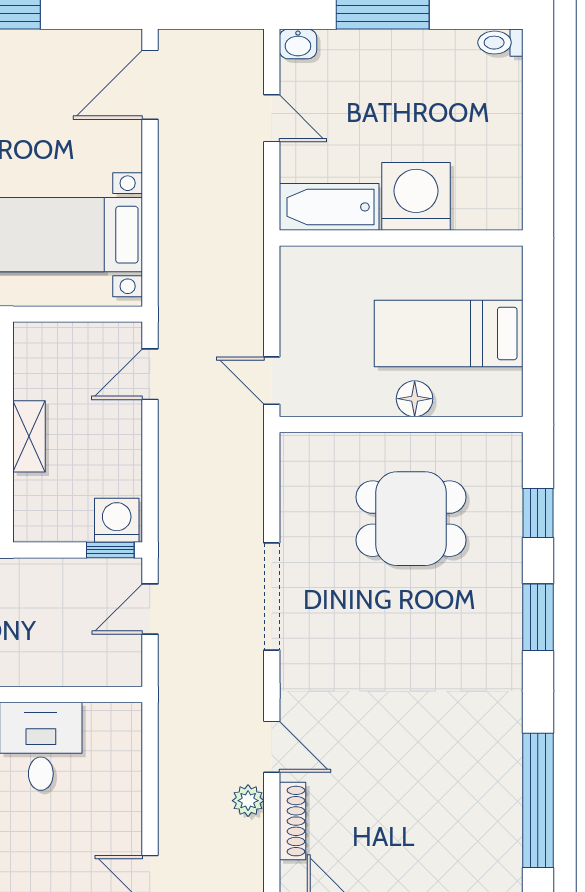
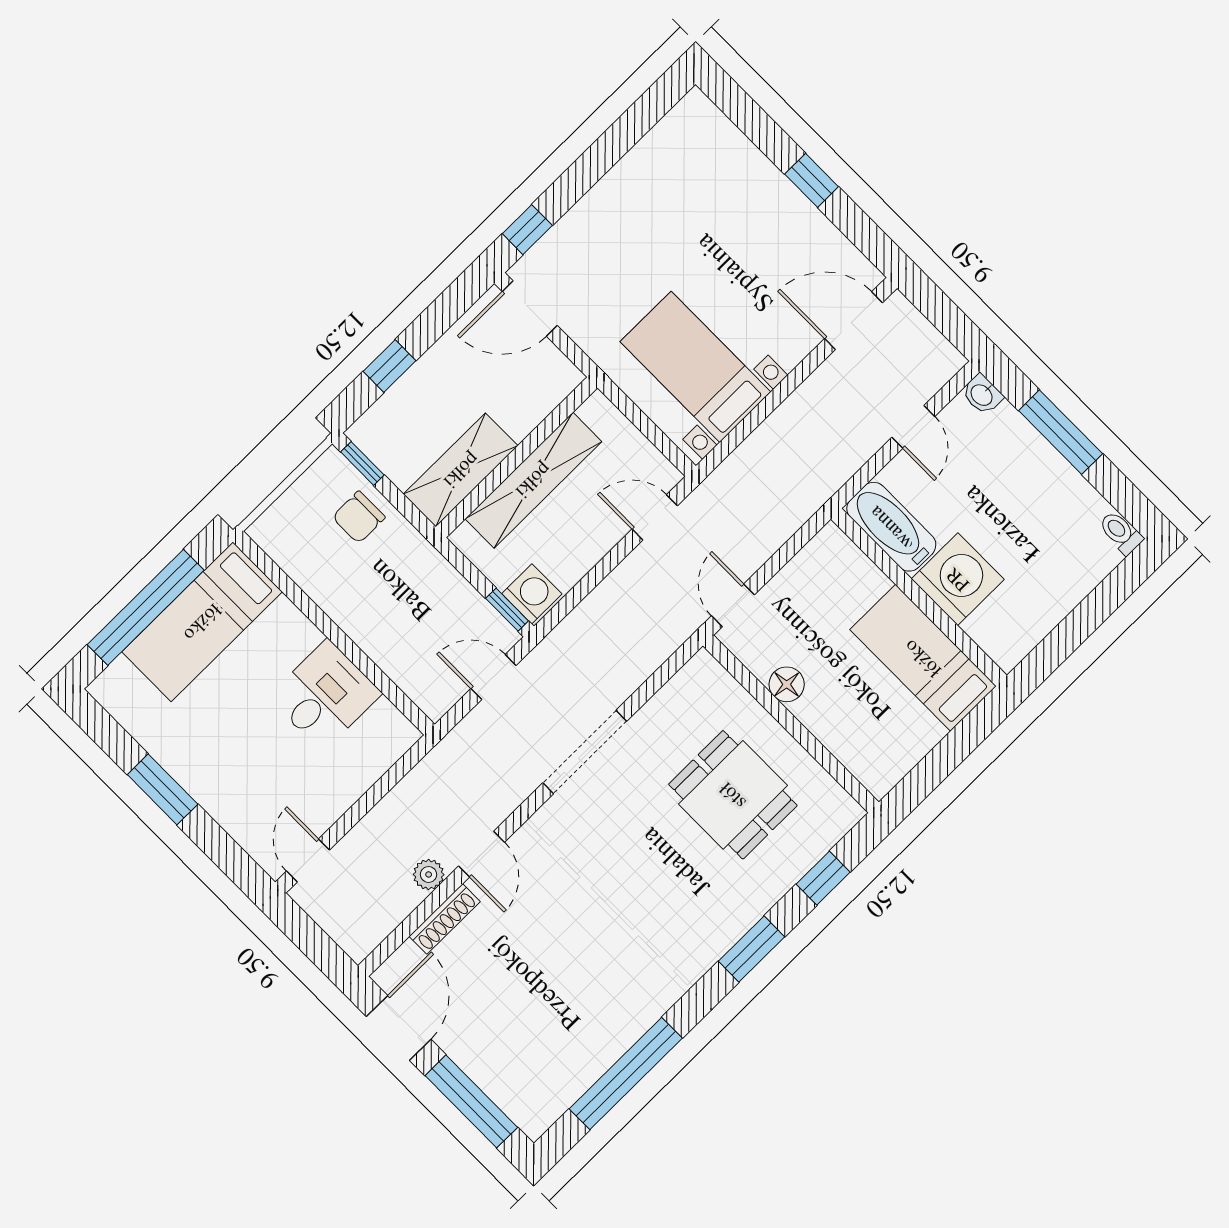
bed: (449, 333) -> (923, 658), moved
floor lamp: (415, 399) -> (787, 684), moved
shelving: (29, 436) -> (533, 480), width x2.20, depth x1.33

